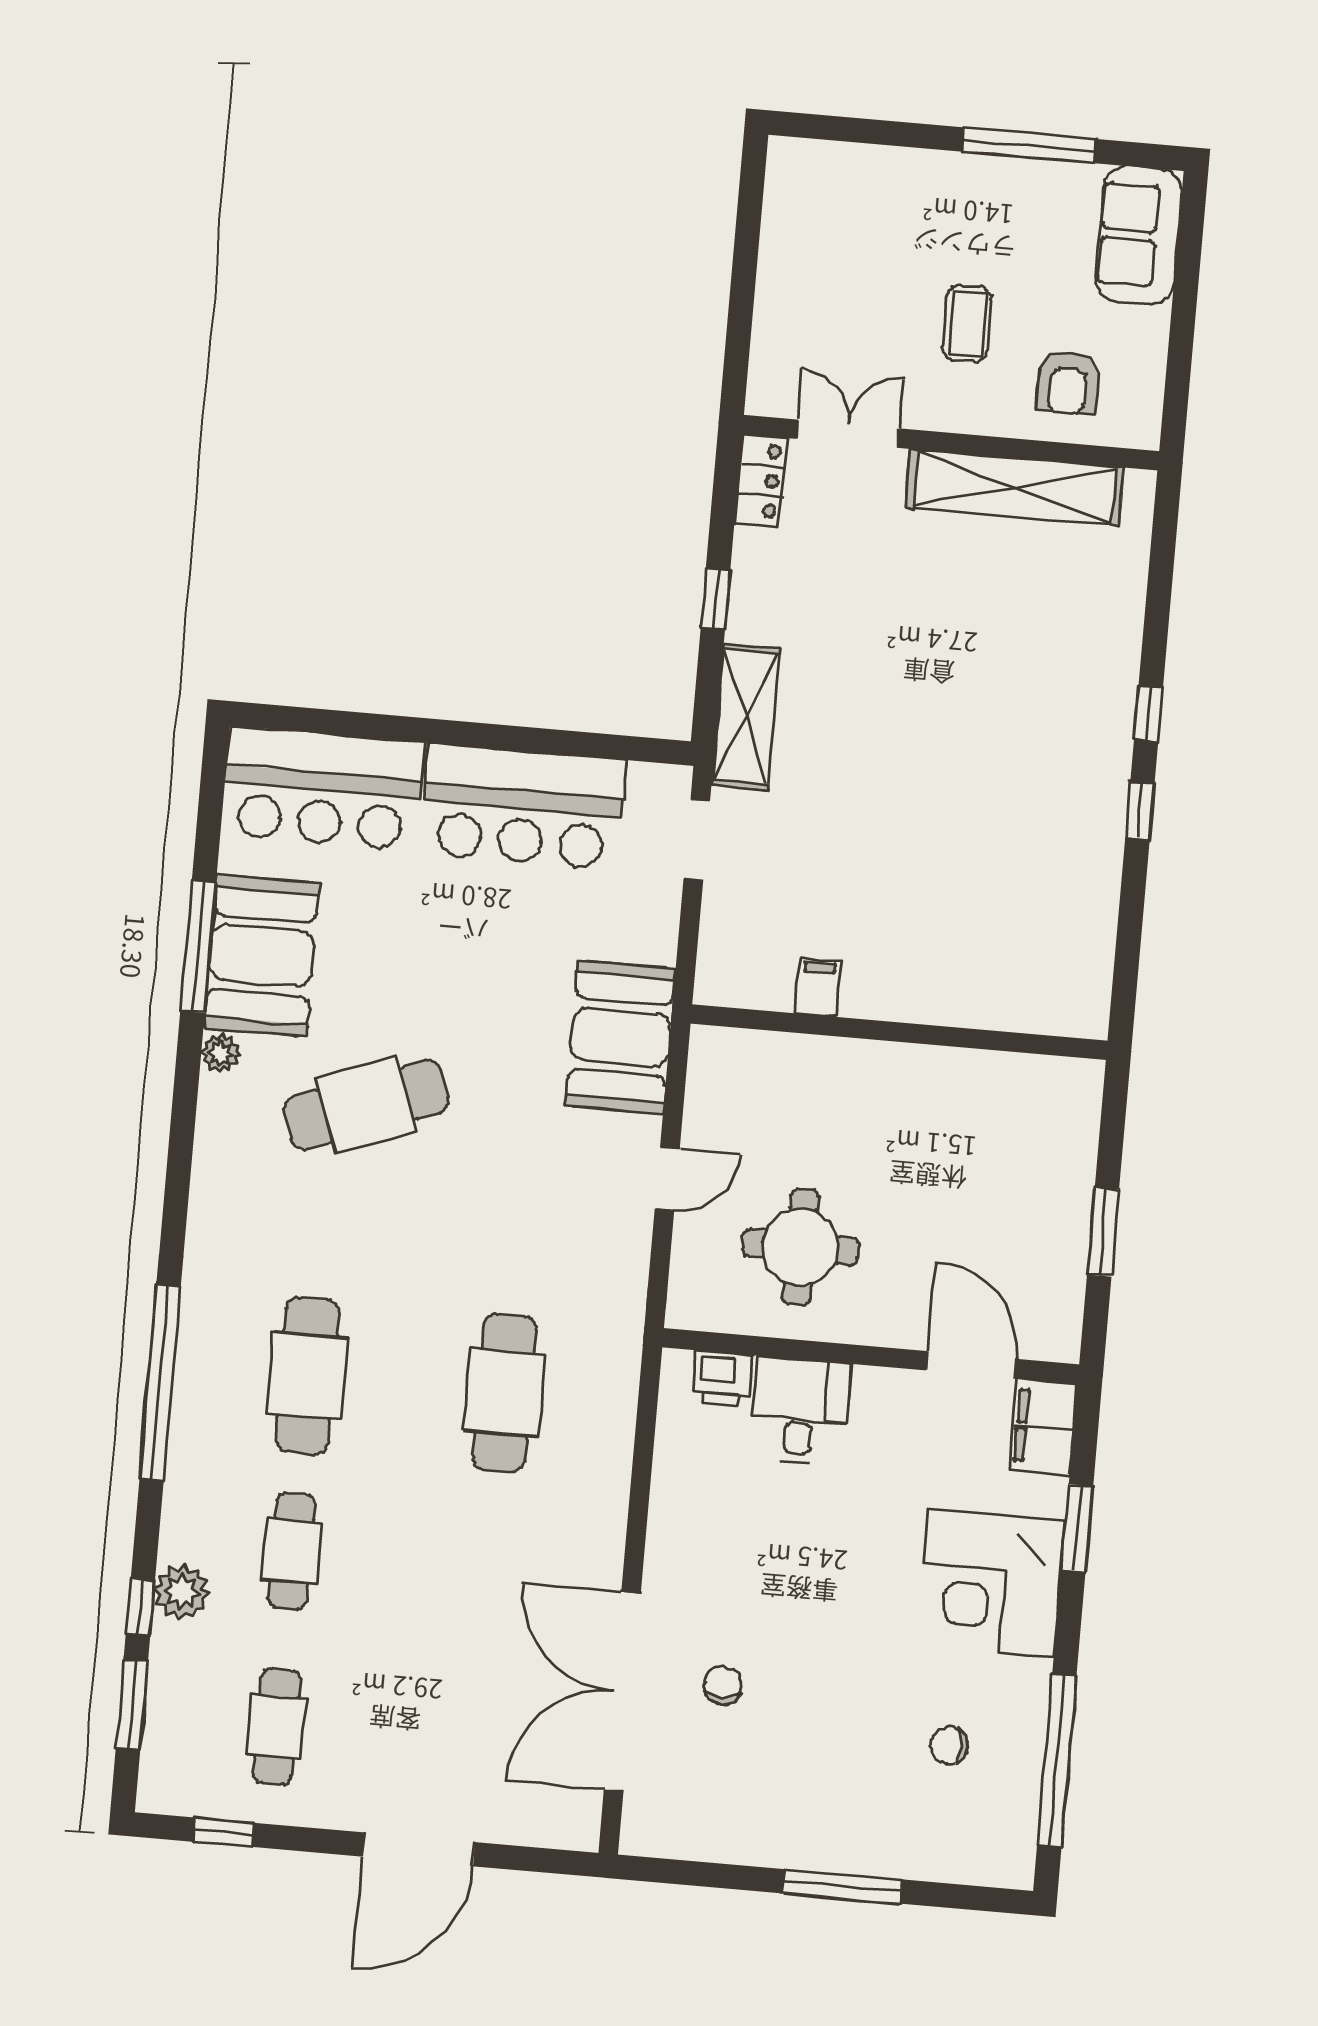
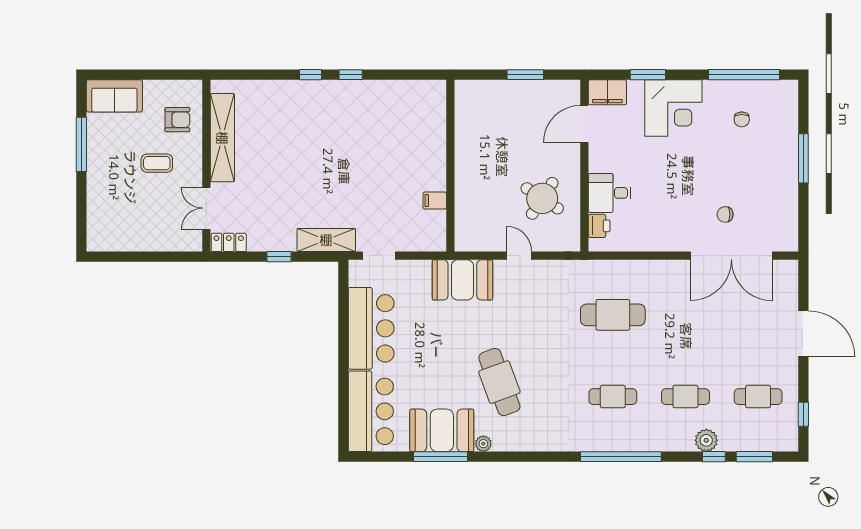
round table: (801, 1247) -> (542, 198), turned 33
cafe table: (307, 1376) -> (613, 397), width x0.73, depth x0.74

